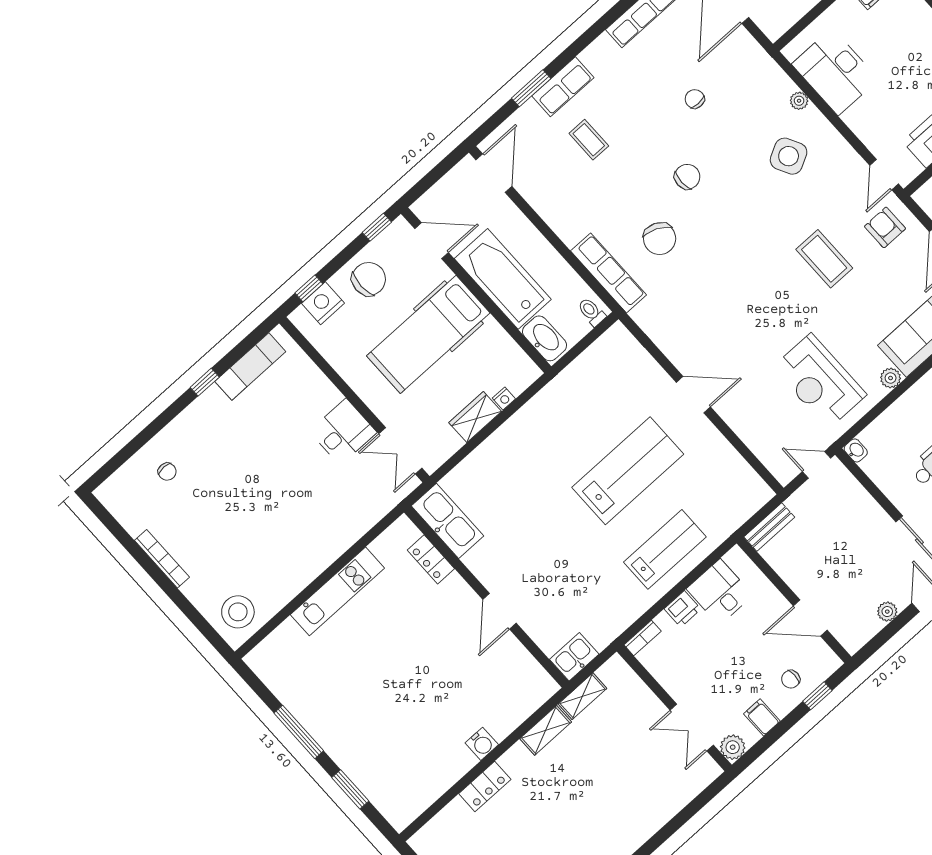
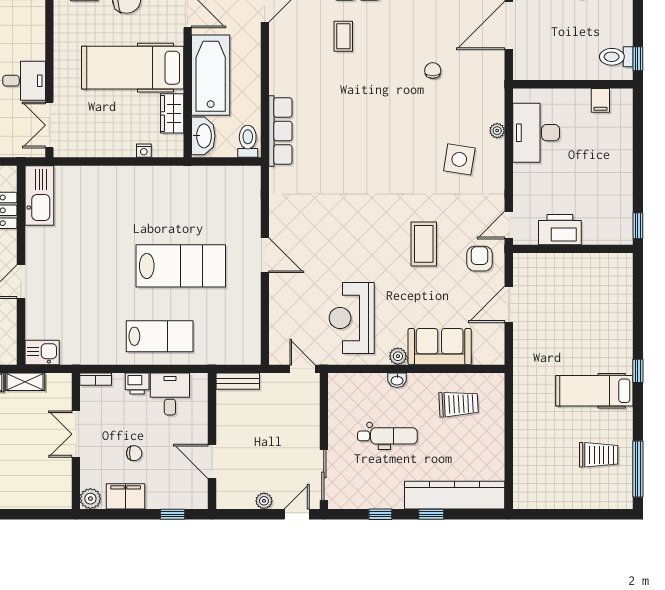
side table: (789, 156) -> (459, 159), turned 37
chair: (687, 177) -> (384, 115), removed
chair: (660, 239) -> (332, 138), removed
toilet: (591, 312) -> (248, 141), width x1.37, depth x1.39
wardrobe: (475, 417) -> (172, 113), moved, turned -90
washbasin: (856, 450) -> (397, 380), moved, turned 90
chair: (791, 679) -> (134, 453), moved, turned 180
filing cabinet: (762, 717) -> (126, 496), width x2.00
double door: (692, 728) -> (76, 434), moved

